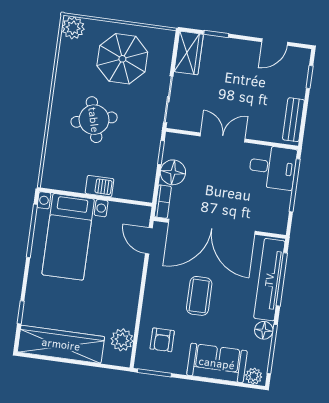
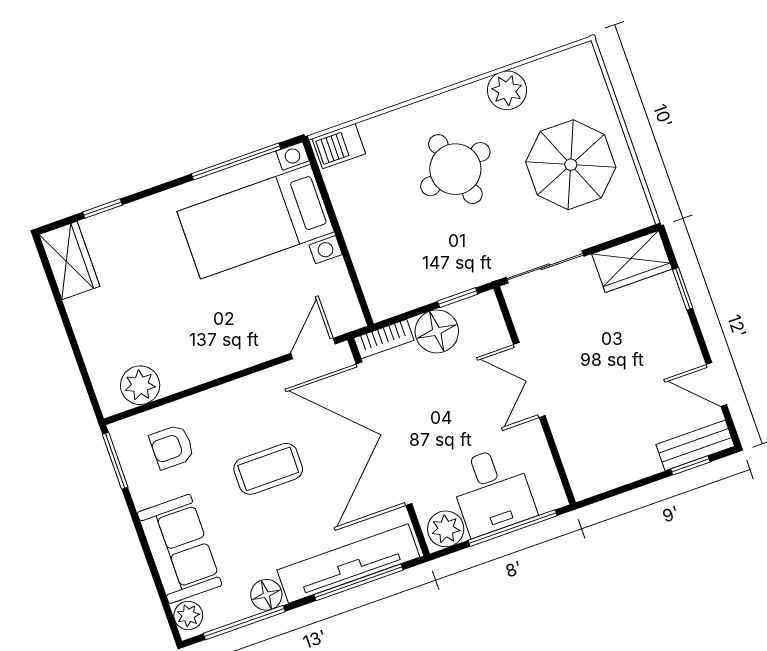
plant: (73, 28) -> (507, 90), moved
bench: (293, 120) -> (695, 445), moved
double door: (223, 137) -> (529, 380), swing flipped
desk: (273, 167) -> (492, 491), moved
barbecue: (100, 186) -> (339, 146), moved, turned 90
plant: (277, 220) -> (446, 529), added
wardrobe: (61, 344) -> (69, 260), width x0.48, depth x0.85

